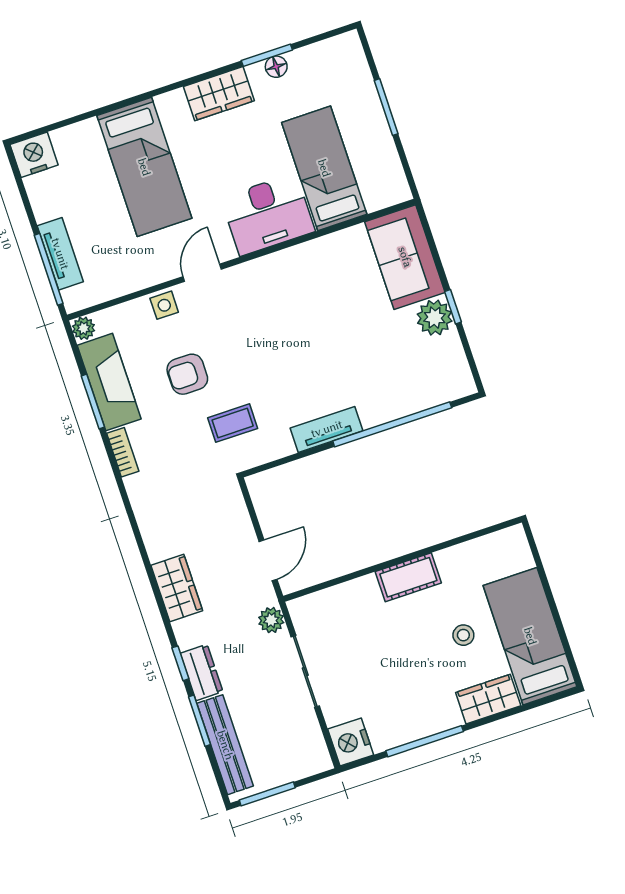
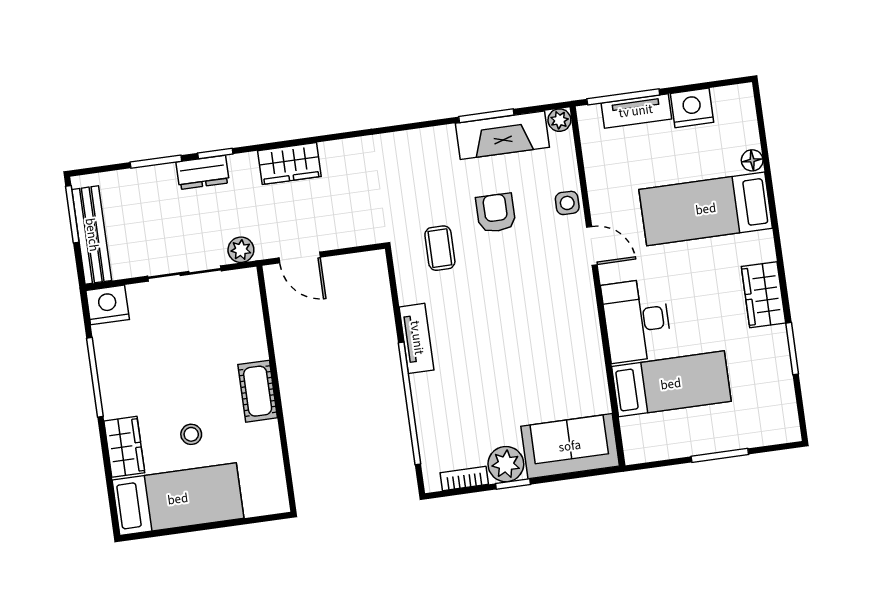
floor lamp: (276, 67) -> (752, 160), moved
nightstand: (34, 155) -> (692, 108), moved, turned -90
bookcase: (123, 452) -> (464, 478), moved, turned 180
bench: (225, 745) -> (92, 235), moved, turned 90

